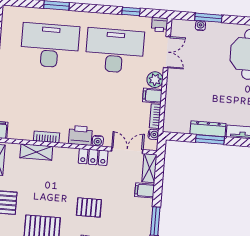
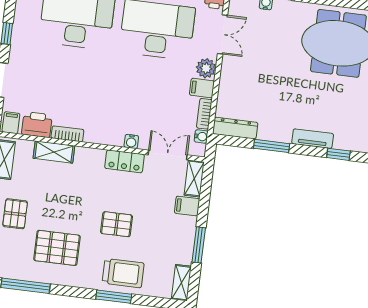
dresser: (208, 129) -> (235, 128), moved
printer: (80, 135) -> (37, 125), moved

